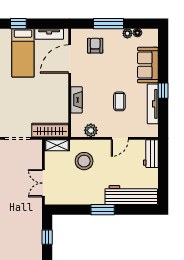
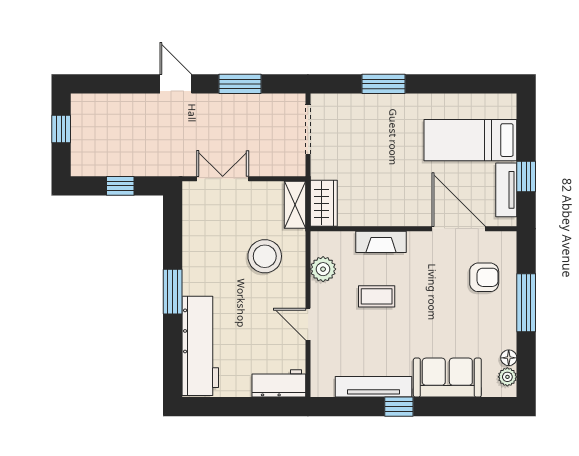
window: (18, 24) -> (526, 177), moved
plant: (127, 33) -> (507, 377), moved
coffee table: (119, 101) -> (377, 296), moved
wardrobe: (50, 130) -> (324, 203), width x0.67

